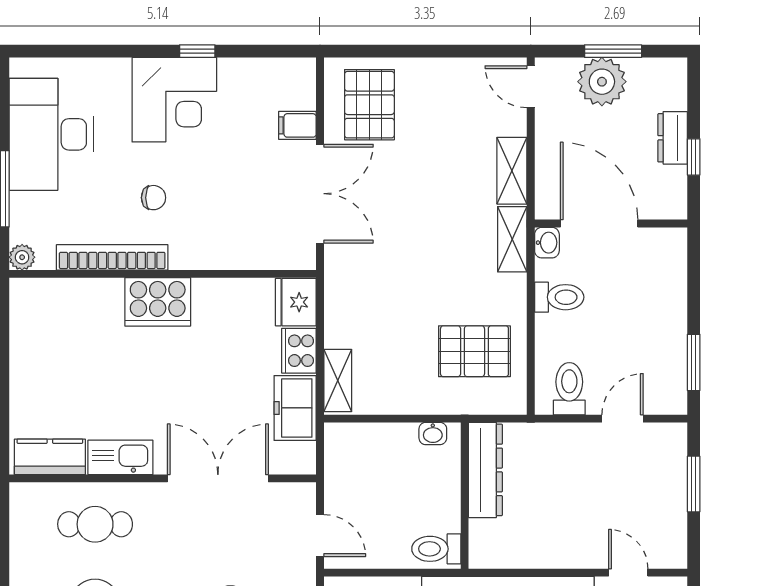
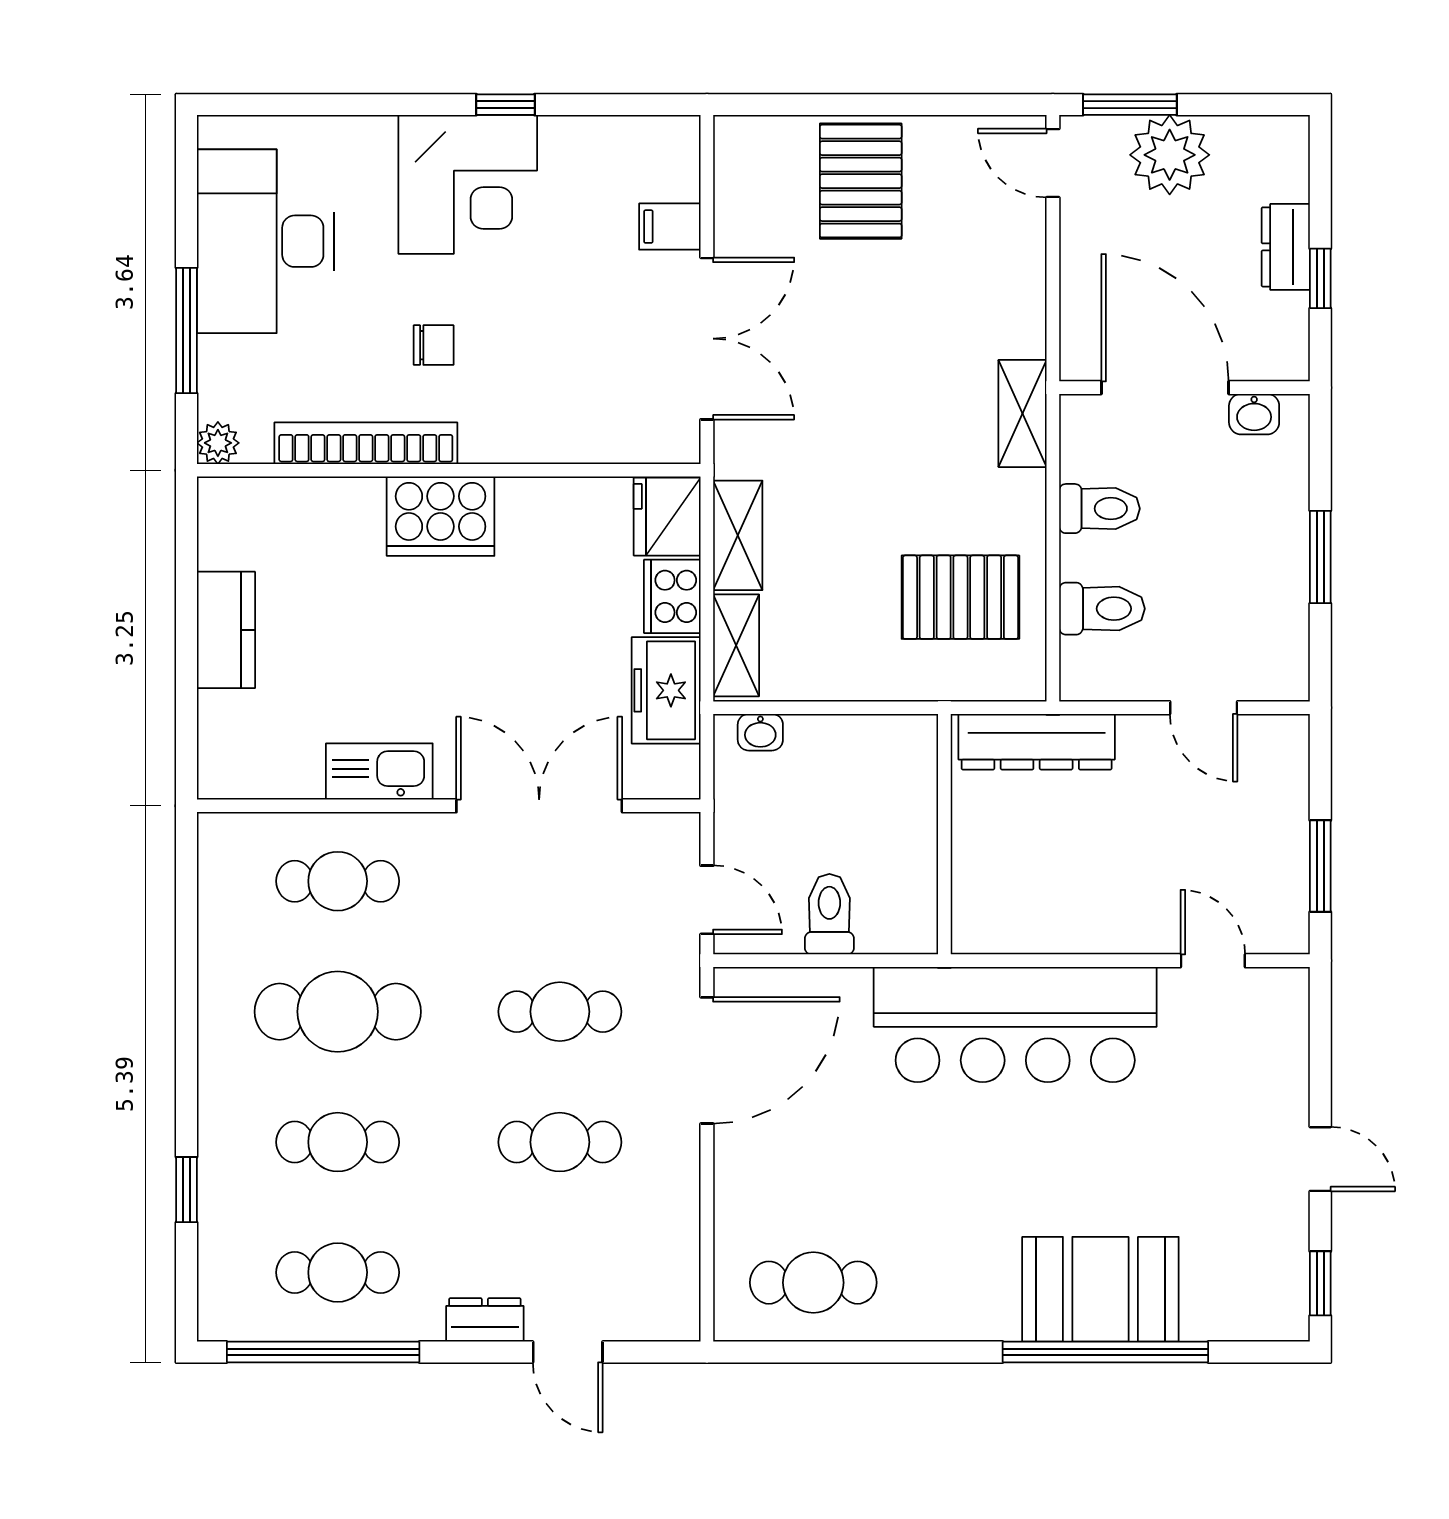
window: (613, 51) -> (1130, 105), moved
pallet: (369, 105) -> (861, 181), moved
shelving: (512, 171) -> (738, 535), moved
washbasin: (547, 243) -> (1254, 414), moved, turned 90
window: (694, 362) -> (1320, 557), moved
toilet: (569, 389) -> (1102, 609), moved, turned 90
door: (623, 419) -> (1204, 708), swing flipped
washbasin: (433, 433) -> (760, 732), moved
kitchen counter: (50, 457) -> (226, 630), moved, turned 90
dresser: (485, 470) -> (1037, 742), moved, turned 90
window: (694, 484) -> (1320, 866), moved
toilet: (436, 549) -> (829, 914), moved, turned 90

